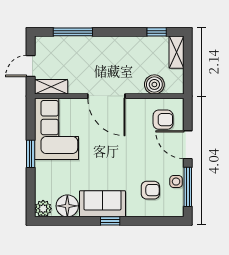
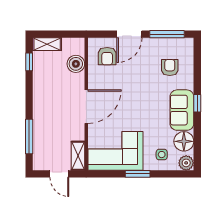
armchair: (163, 120) -> (107, 56), turned 180
side table: (176, 182) -> (162, 155), moved

